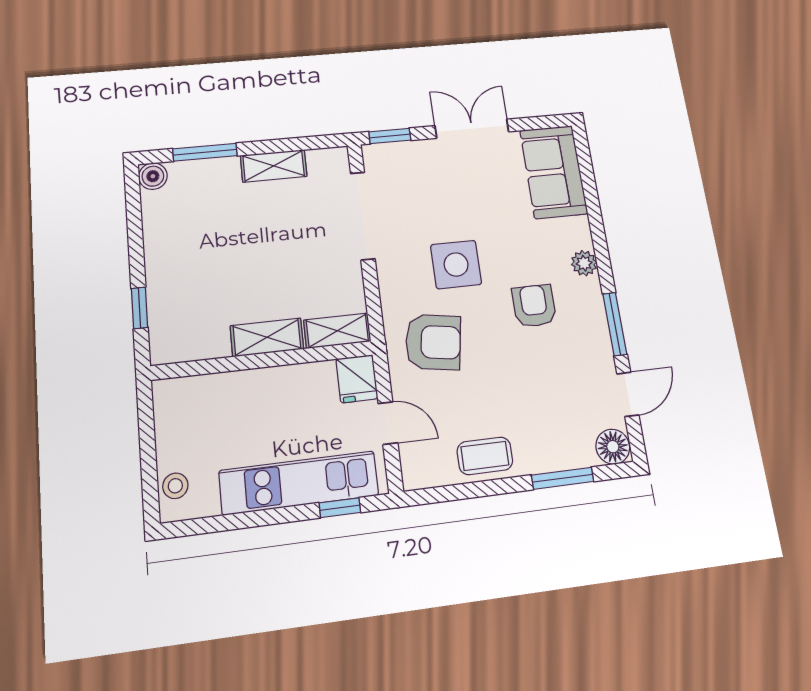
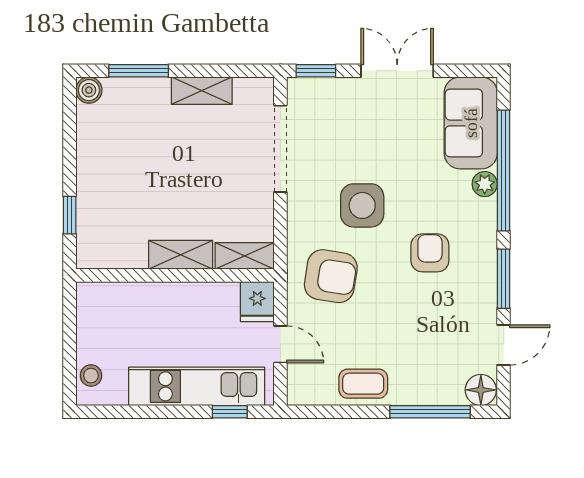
window: (595, 215) -> (504, 170), added
plant: (584, 263) -> (485, 184), moved
window: (563, 478) -> (430, 412), width x1.44

